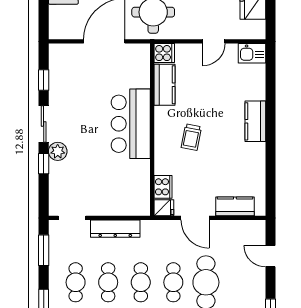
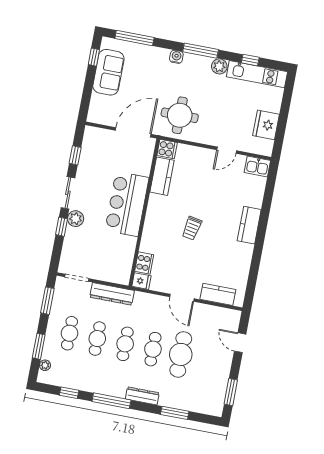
cooker: (164, 53) -> (167, 149), moved
kitchen counter: (164, 85) -> (162, 176), moved
bar counter: (131, 124) -> (127, 204), moved
wall: (152, 130) -> (144, 212), moved
cooker: (163, 187) -> (144, 263), moved
fridge: (164, 208) -> (141, 281), moved

